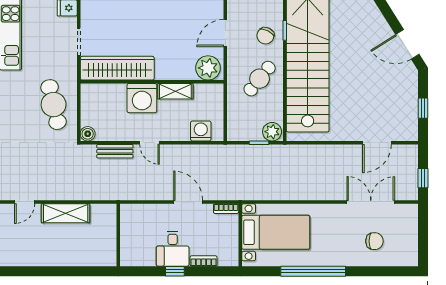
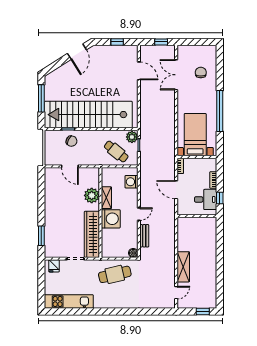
plant: (208, 68) -> (92, 195), moved
cafe table: (260, 79) -> (116, 152), moved
door: (25, 202) -> (176, 293), hinge flipped
door: (188, 202) -> (176, 190), hinge flipped
wall: (118, 235) -> (197, 216), moved

